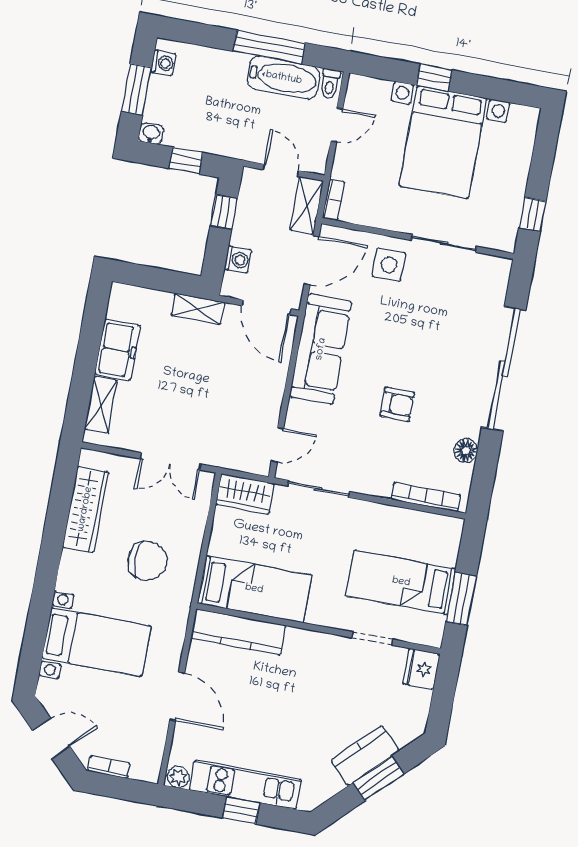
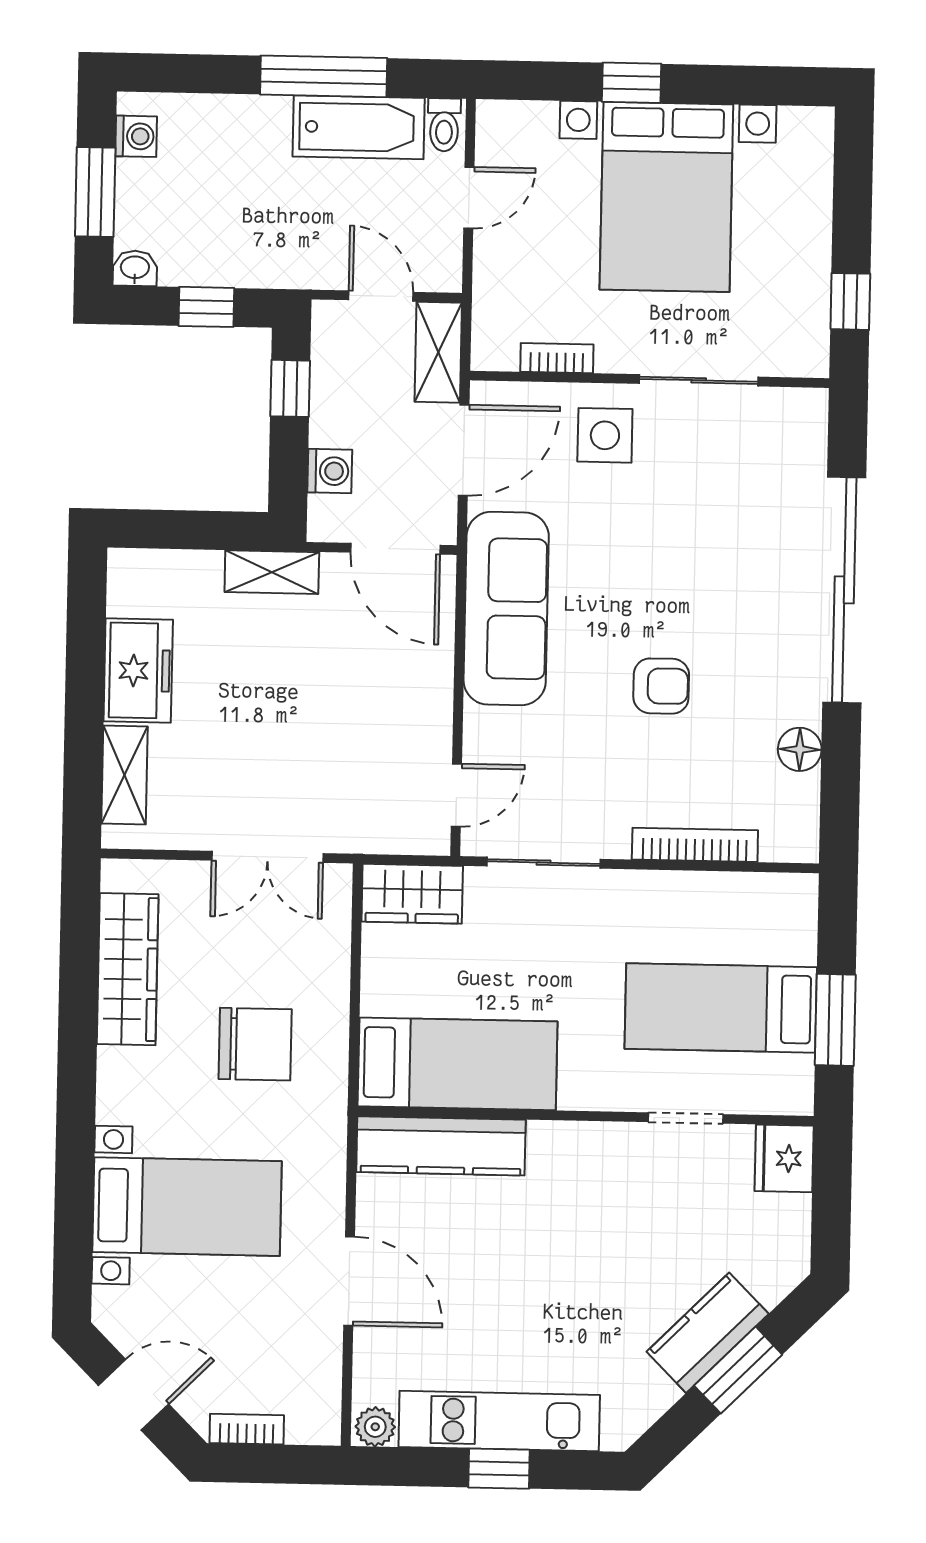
bookcase: (333, 200) -> (557, 358), moved, turned -90
bookcase: (426, 497) -> (695, 845), moved

